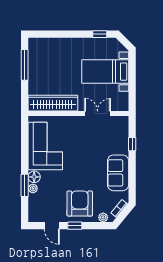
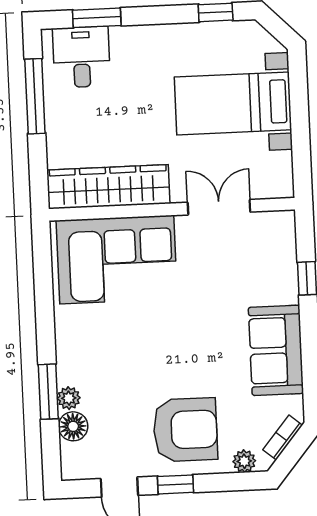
window: (51, 34) -> (97, 18), added
desk: (44, 50) -> (81, 57), added
corner sofa: (45, 146) -> (117, 260), moved, turned 90
floor lamp: (34, 177) -> (73, 426), moved
armchair: (80, 203) -> (185, 430), turned 90

